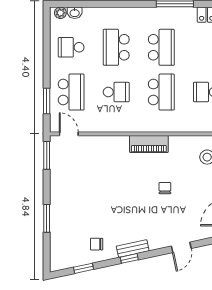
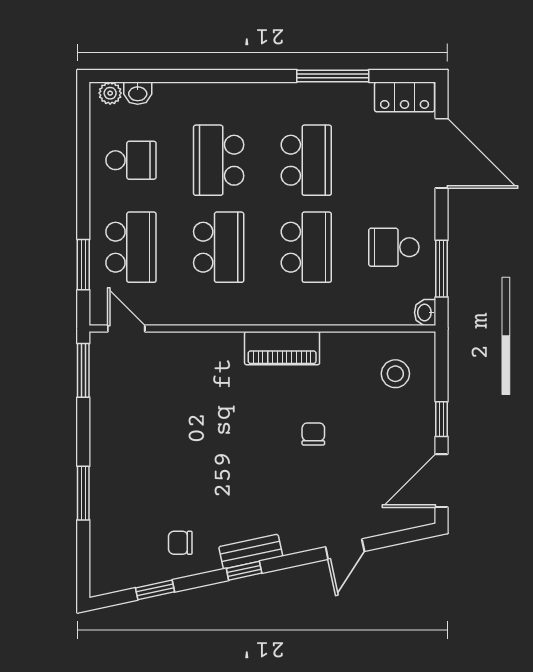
school desk: (71, 47) -> (131, 160), turned 180
school desk: (116, 92) -> (219, 247), width x1.85

